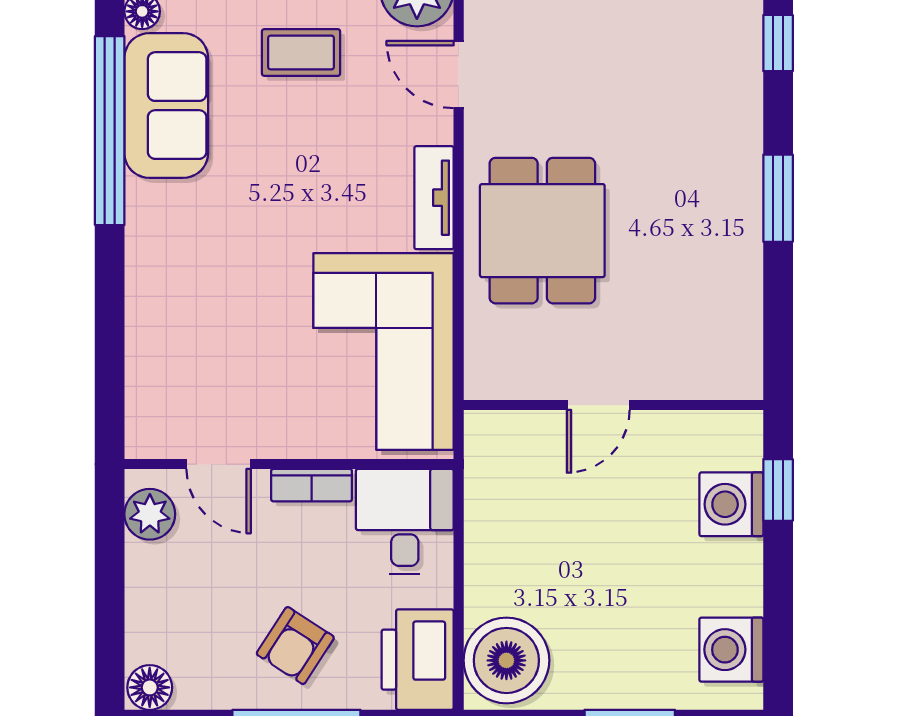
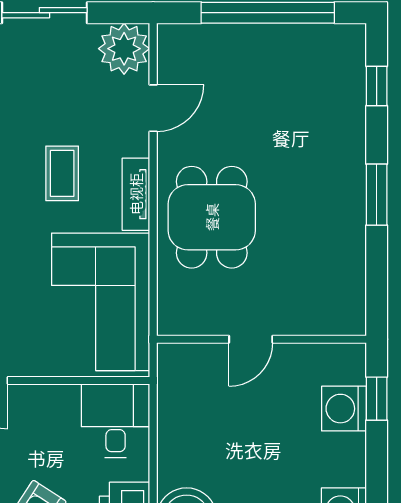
coffee table: (301, 52) -> (62, 173), moved, turned 90
door: (459, 75) -> (153, 108), swing flipped
bookcase: (312, 485) -> (50, 395), removed

